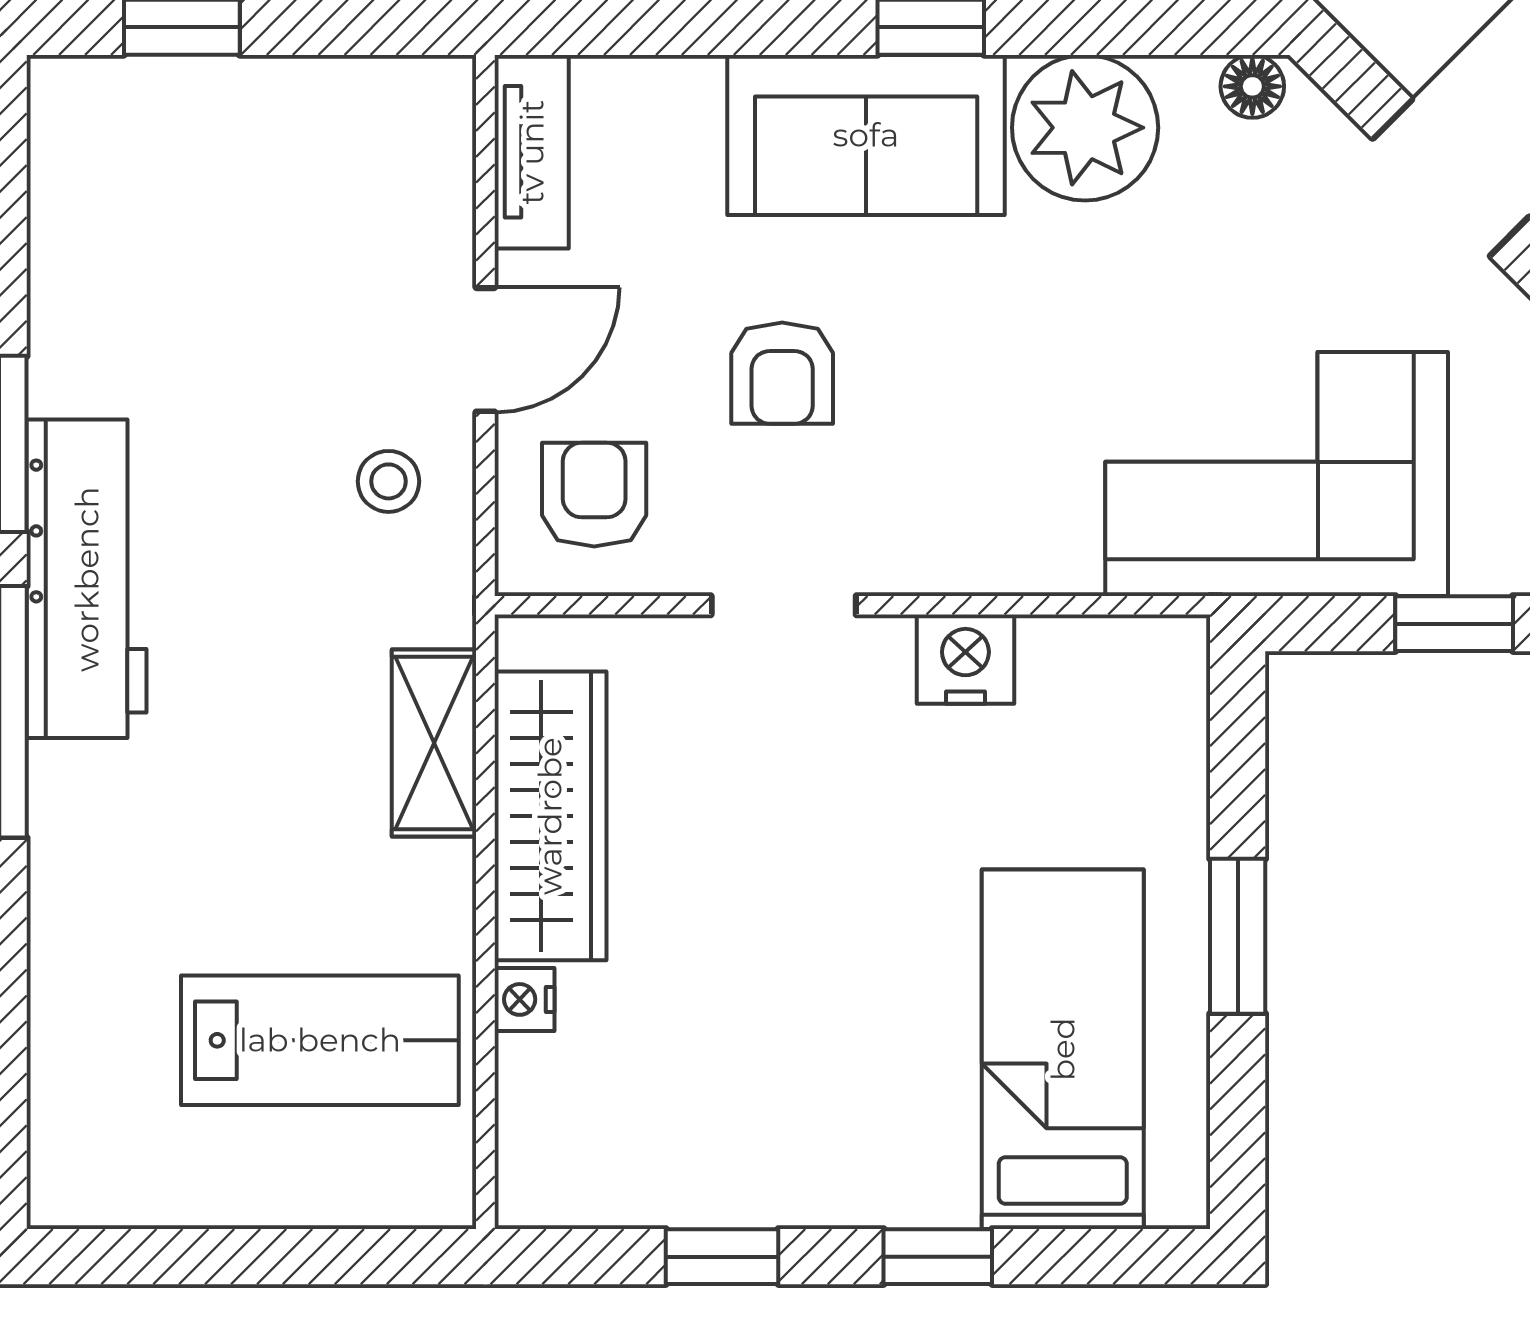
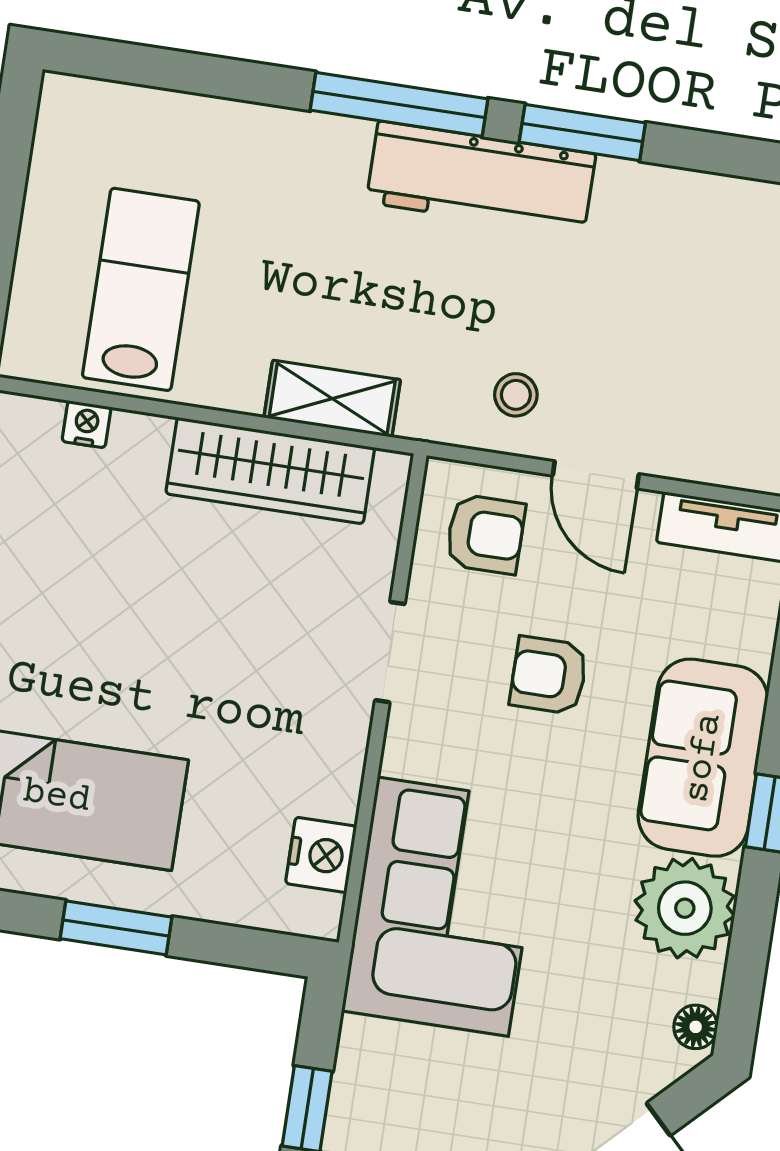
corner sofa: (1277, 474) -> (443, 907), moved
nightstand: (965, 659) -> (321, 855), moved
nightstand: (524, 999) -> (87, 424), moved
lab bench: (320, 1040) -> (141, 289), turned 180

